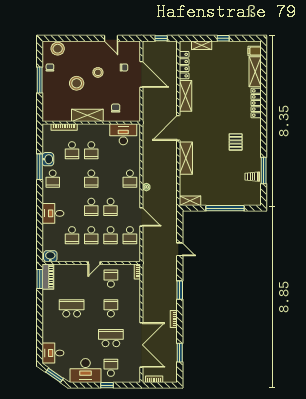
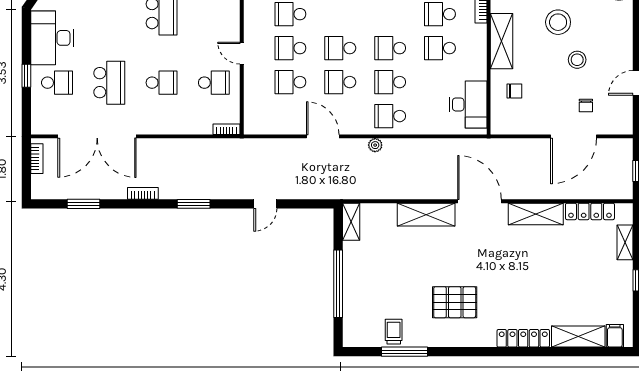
pallet: (236, 142) -> (455, 302), width x1.50, depth x1.42
door: (141, 217) -> (323, 136), swing flipped
school desk: (130, 235) -> (390, 82), moved

